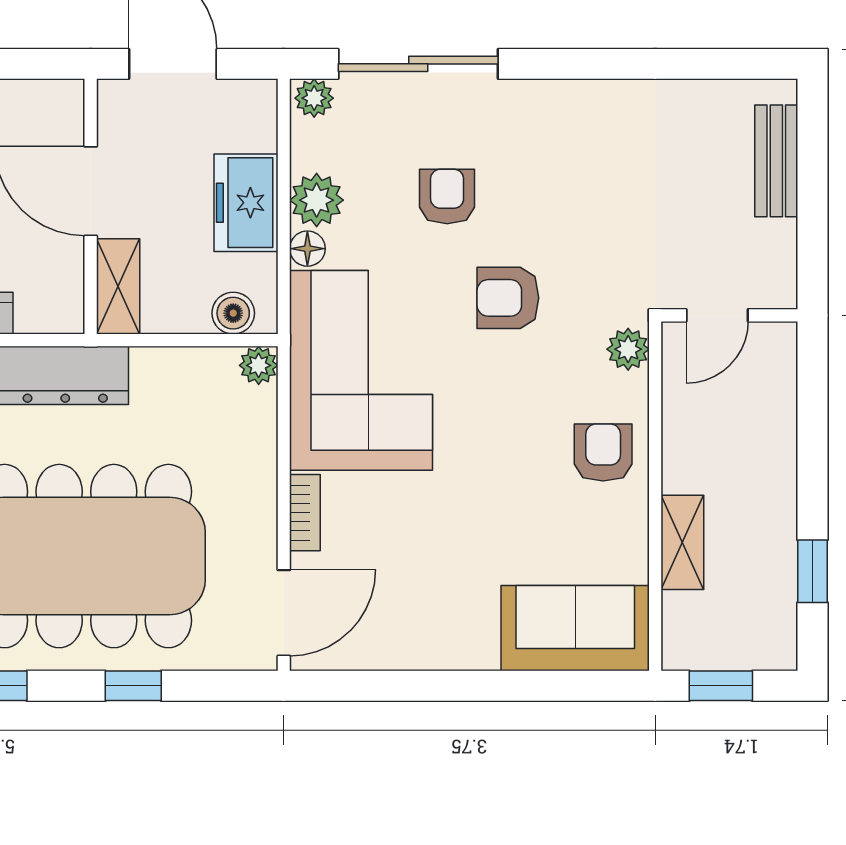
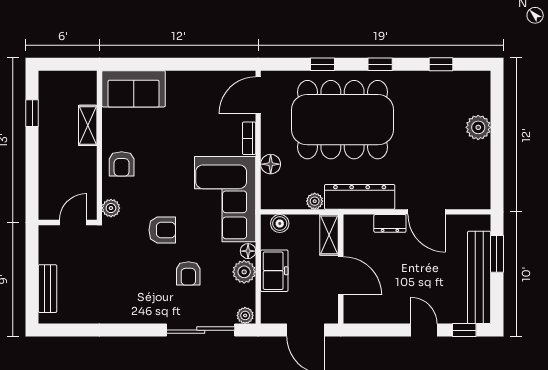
plant: (259, 365) -> (315, 201), moved
floor lamp: (255, 452) -> (271, 164), added
window: (721, 686) -> (71, 64), removed

